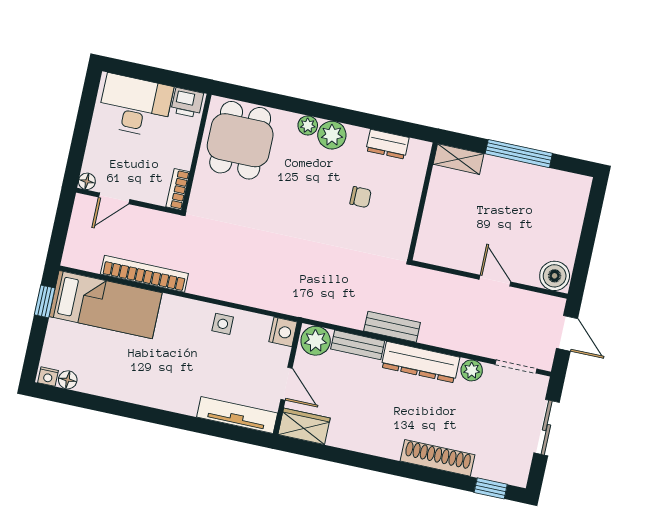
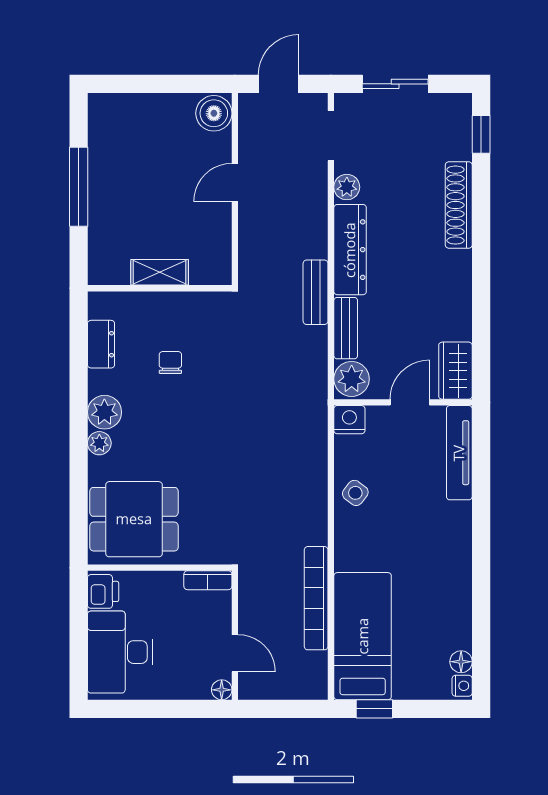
shelving: (458, 159) -> (160, 272), moved, turned 90
side table: (223, 324) -> (355, 493), turned 37

